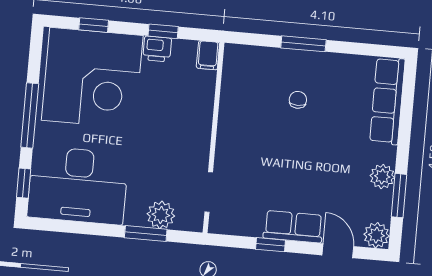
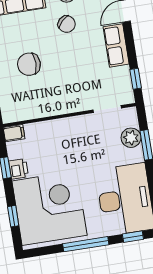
chair: (298, 100) -> (29, 64), width x1.87, depth x1.87
chair: (340, 166) -> (67, 24), added
window: (270, 245) -> (136, 79), moved

